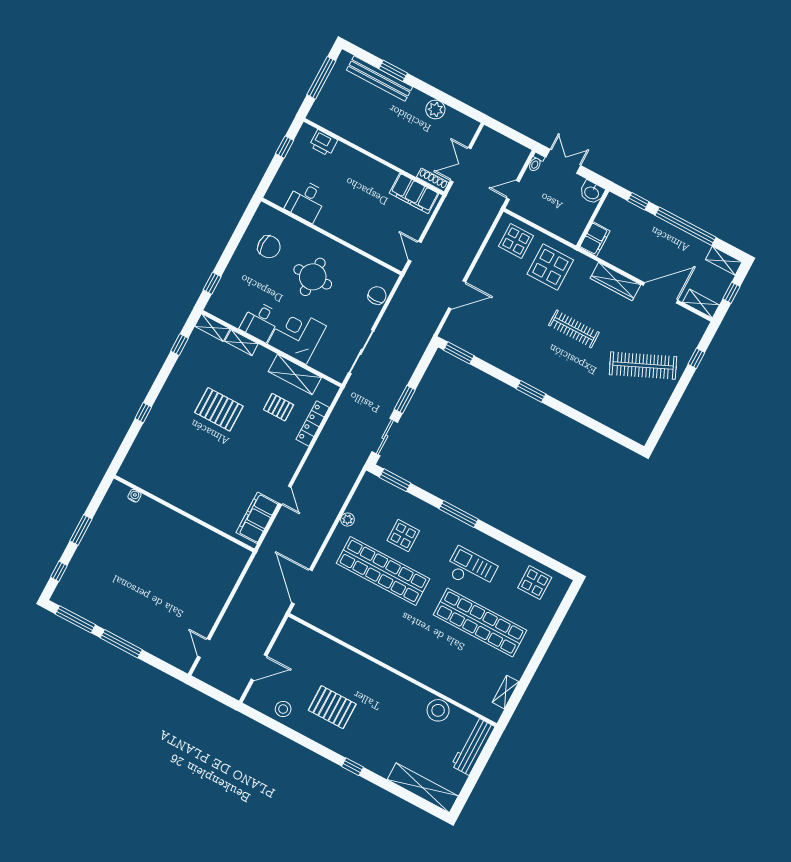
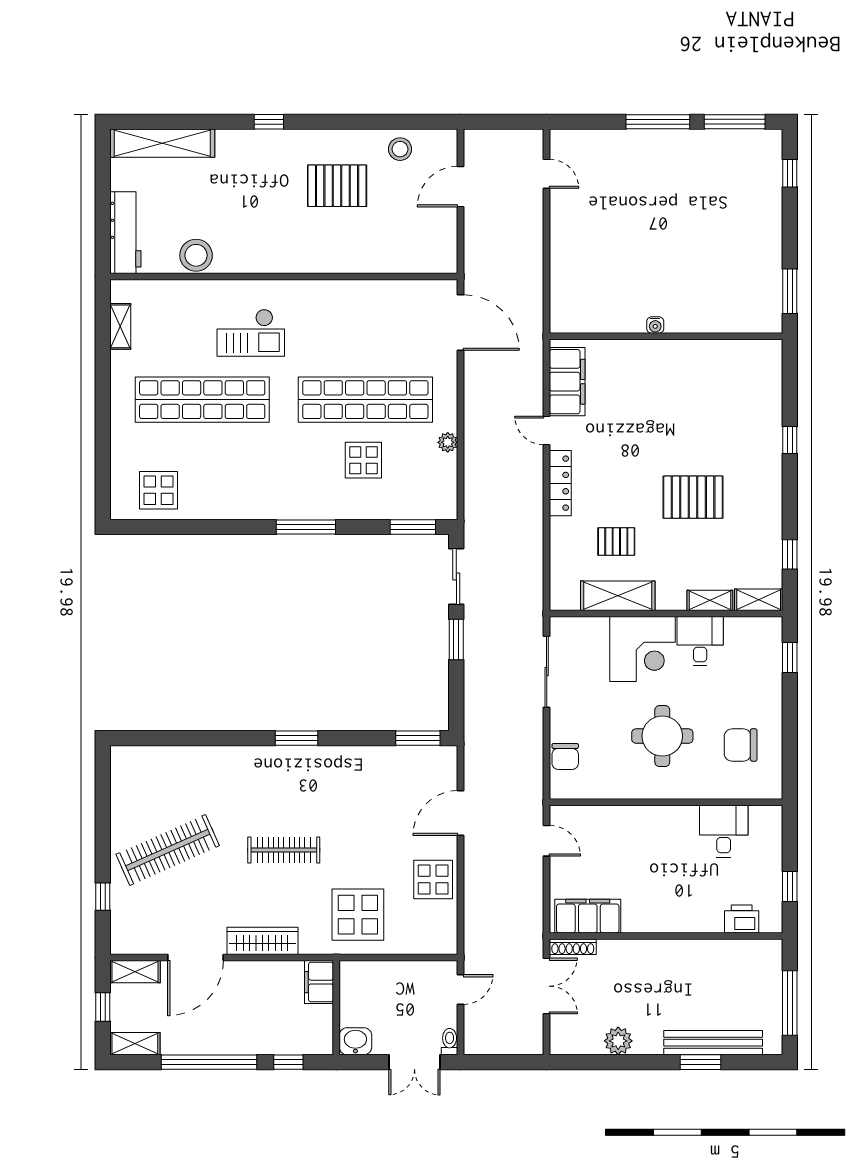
display table: (516, 241) -> (433, 880), moved
locker: (313, 423) -> (560, 483), moved
water cooler: (134, 496) -> (655, 325), moved
window: (81, 530) -> (790, 291), moved
checkout: (471, 570) -> (251, 333), moved

